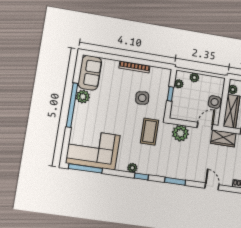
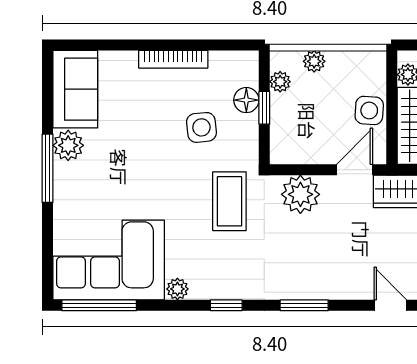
floor lamp: (163, 89) -> (246, 100), added
window: (72, 105) -> (47, 168), width x0.68
plant: (132, 168) -> (177, 289), moved

